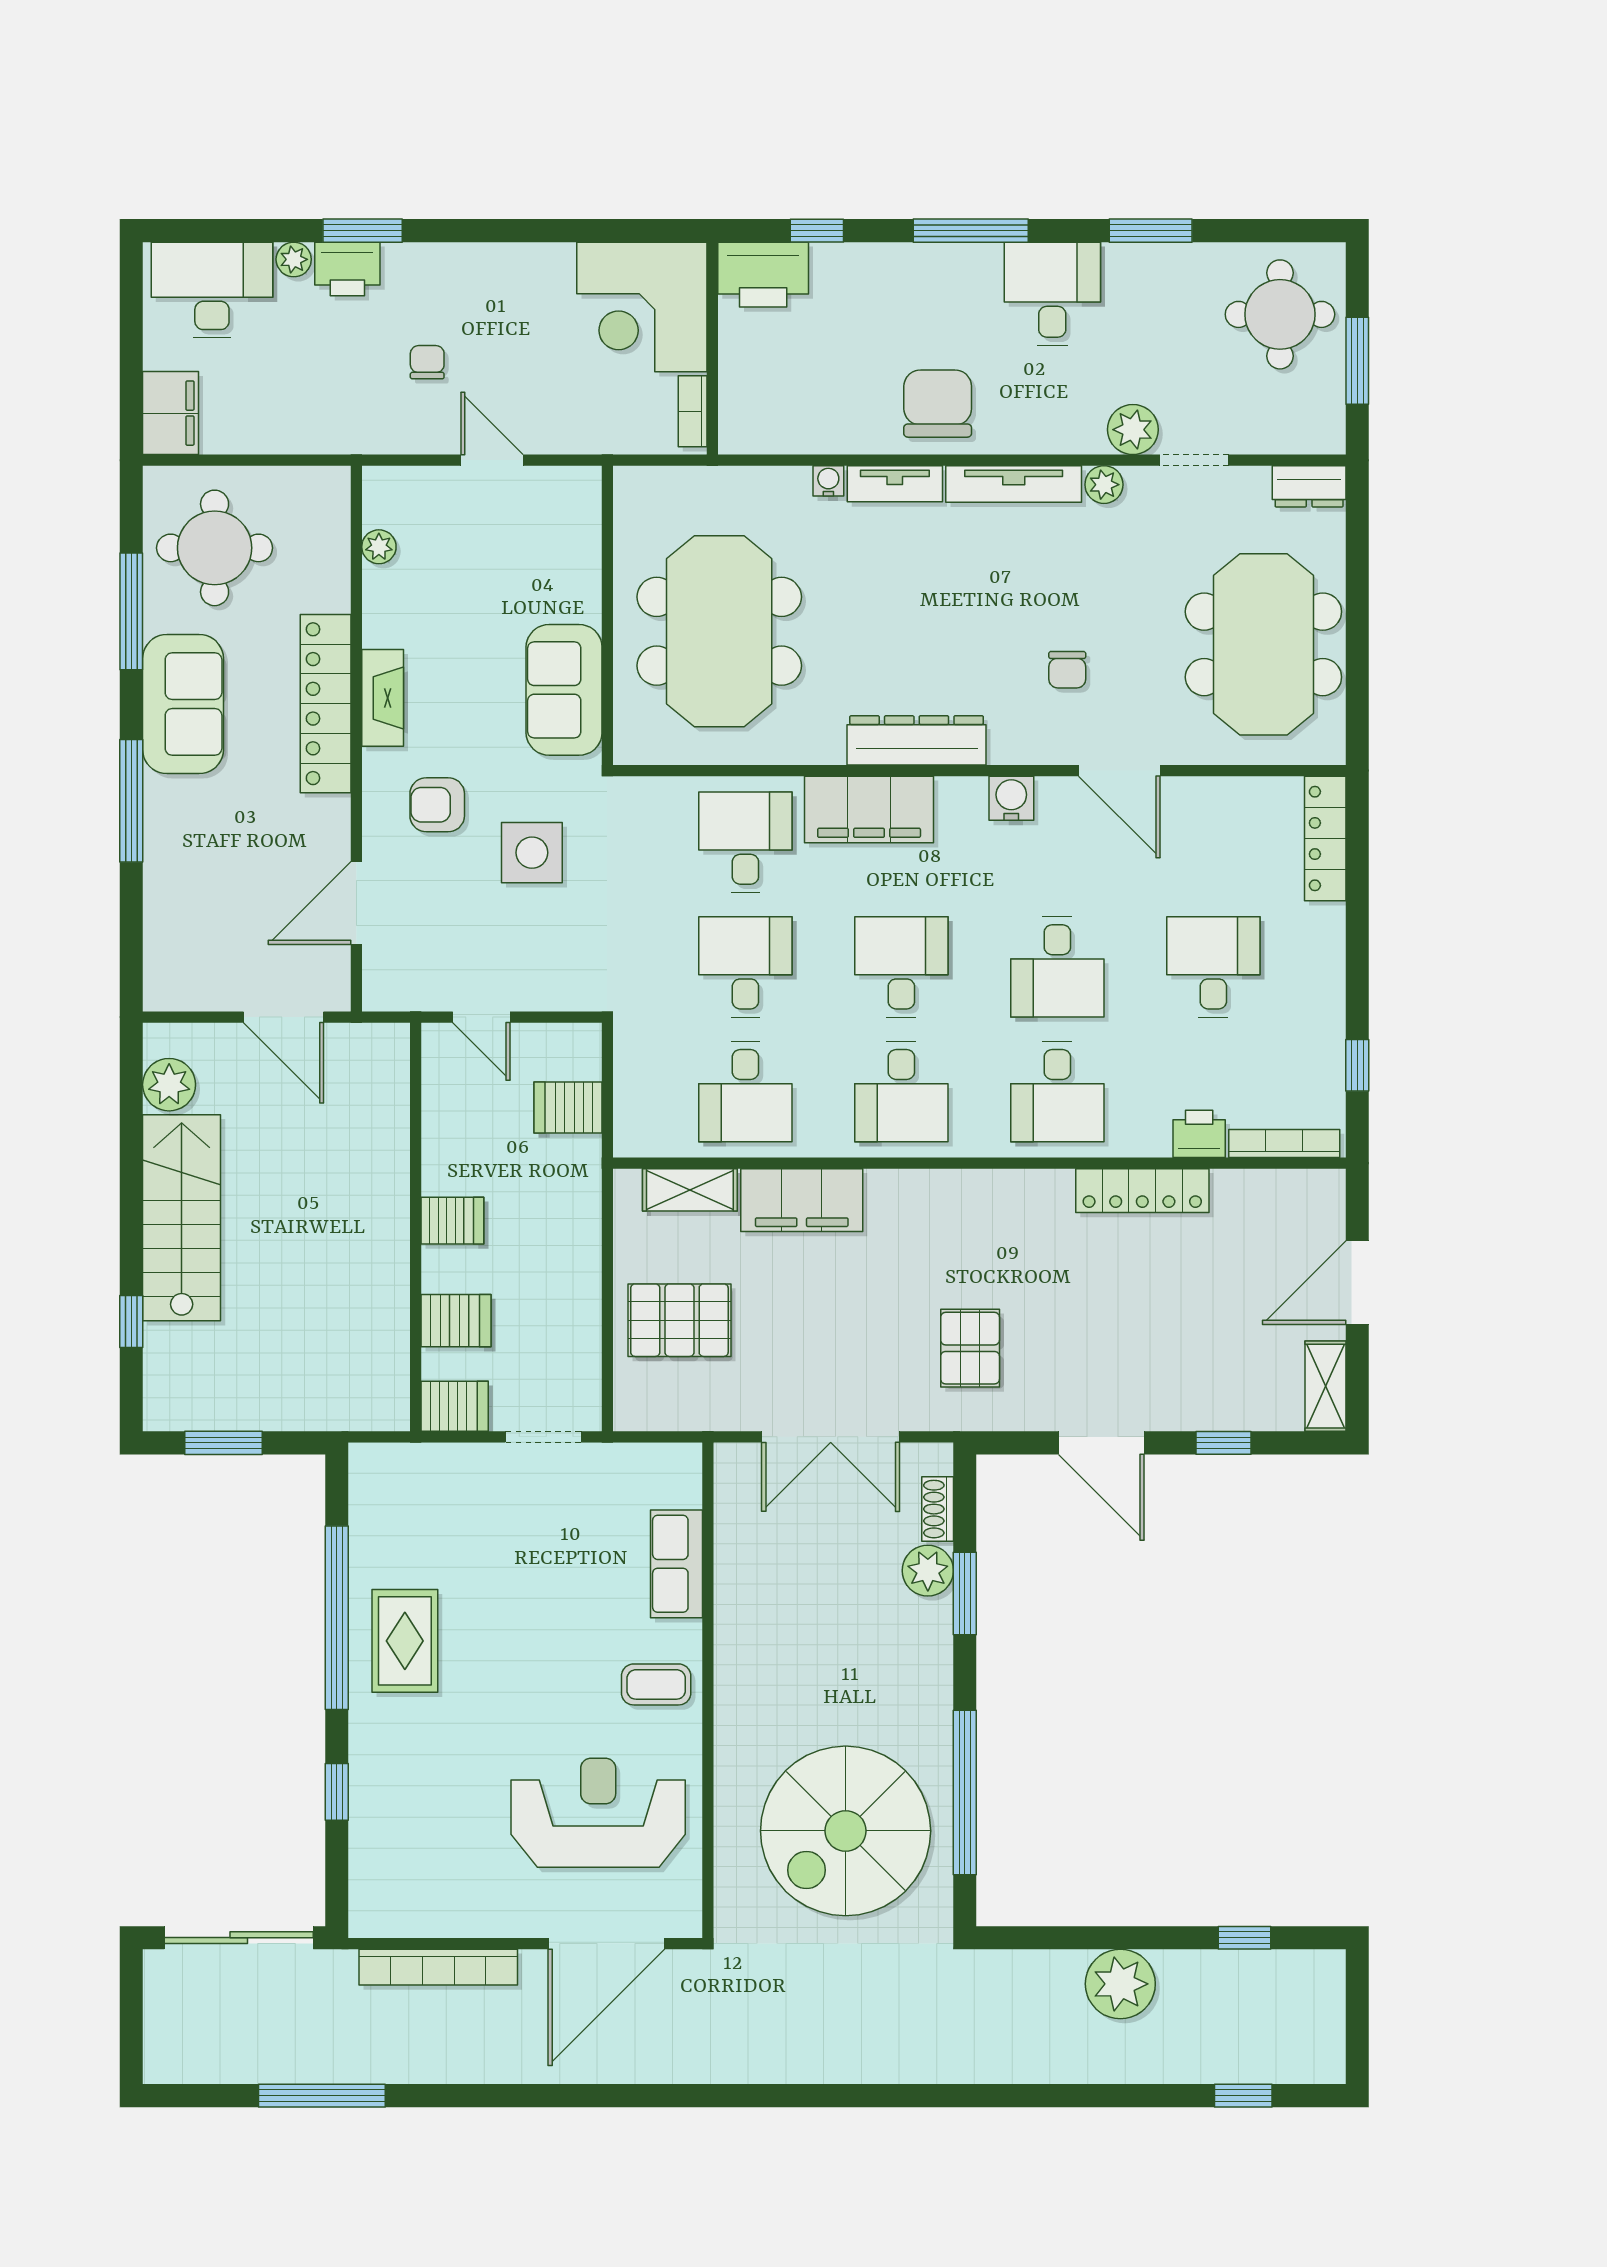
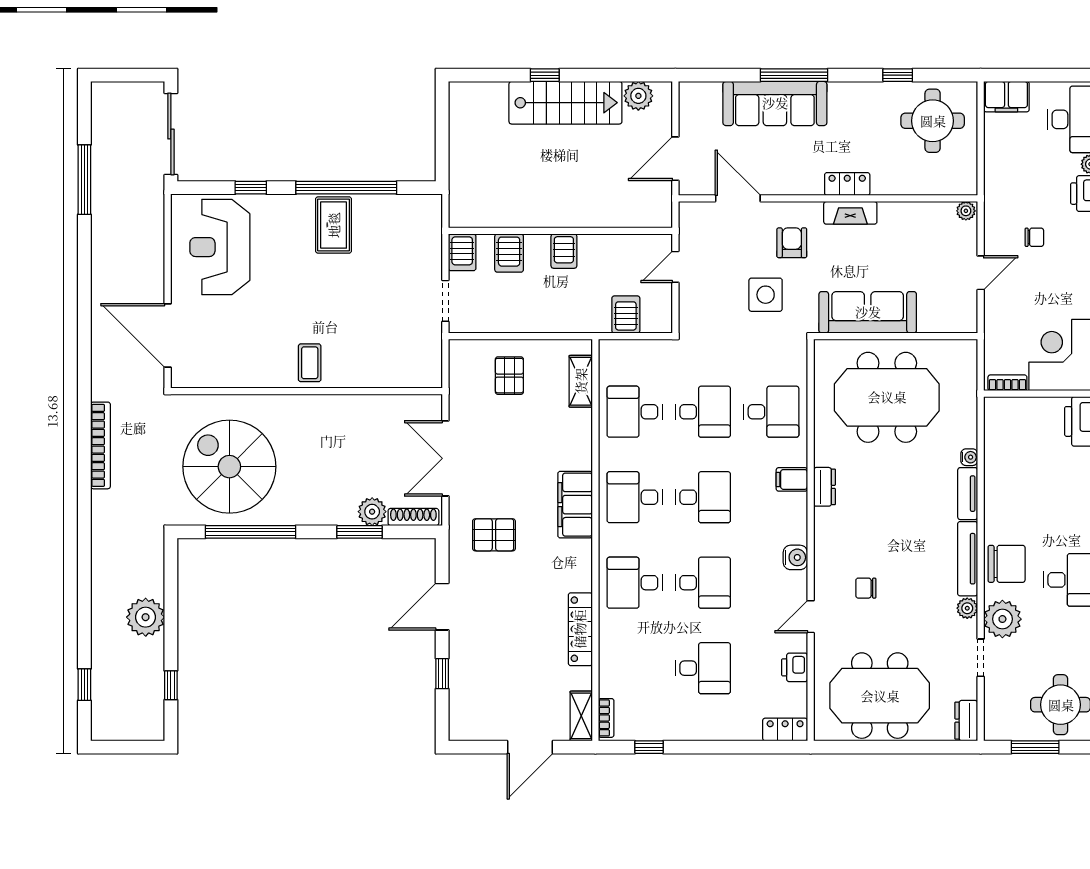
chair: (938, 404) -> (1007, 564), moved
plant: (1133, 430) -> (1002, 619), width x1.36, depth x1.36
plant: (379, 547) -> (966, 211), moved
window: (131, 611) -> (898, 75), width x0.46
sofa: (564, 690) -> (868, 312), width x1.36
sofa: (183, 704) -> (775, 103), moved, width x1.36
locker: (326, 704) -> (847, 184), width x0.46, depth x0.83
dresser: (917, 740) -> (824, 487), width x0.51, depth x0.80
door: (1119, 771) -> (811, 617), width x0.73
filing cabinet: (869, 809) -> (792, 479), width x0.33, depth x0.86
locker: (1325, 838) -> (785, 729), width x0.66
desk: (1057, 967) -> (703, 583), turned 180
printer: (1199, 1134) -> (795, 667), moved, turned 180
bookcase: (1284, 1143) -> (606, 718), width x0.64
filing cabinet: (802, 1200) -> (575, 505), moved
door: (1357, 1283) -> (530, 747), swing flipped
pallet: (679, 1320) -> (509, 376), width x0.67, depth x0.71
window: (131, 1321) -> (545, 75), moved
shelving: (1325, 1386) -> (581, 716), moved, turned 90
window: (223, 1443) -> (442, 126), removed
shoe rack: (938, 1509) -> (413, 517), width x1.43
row of seats: (676, 1564) -> (376, 374), removed
rug: (405, 1641) -> (334, 225), turned 90
reception desk: (598, 1813) -> (220, 247), moved, turned 180
bookcase: (438, 1967) -> (100, 445), moved, turned 180

